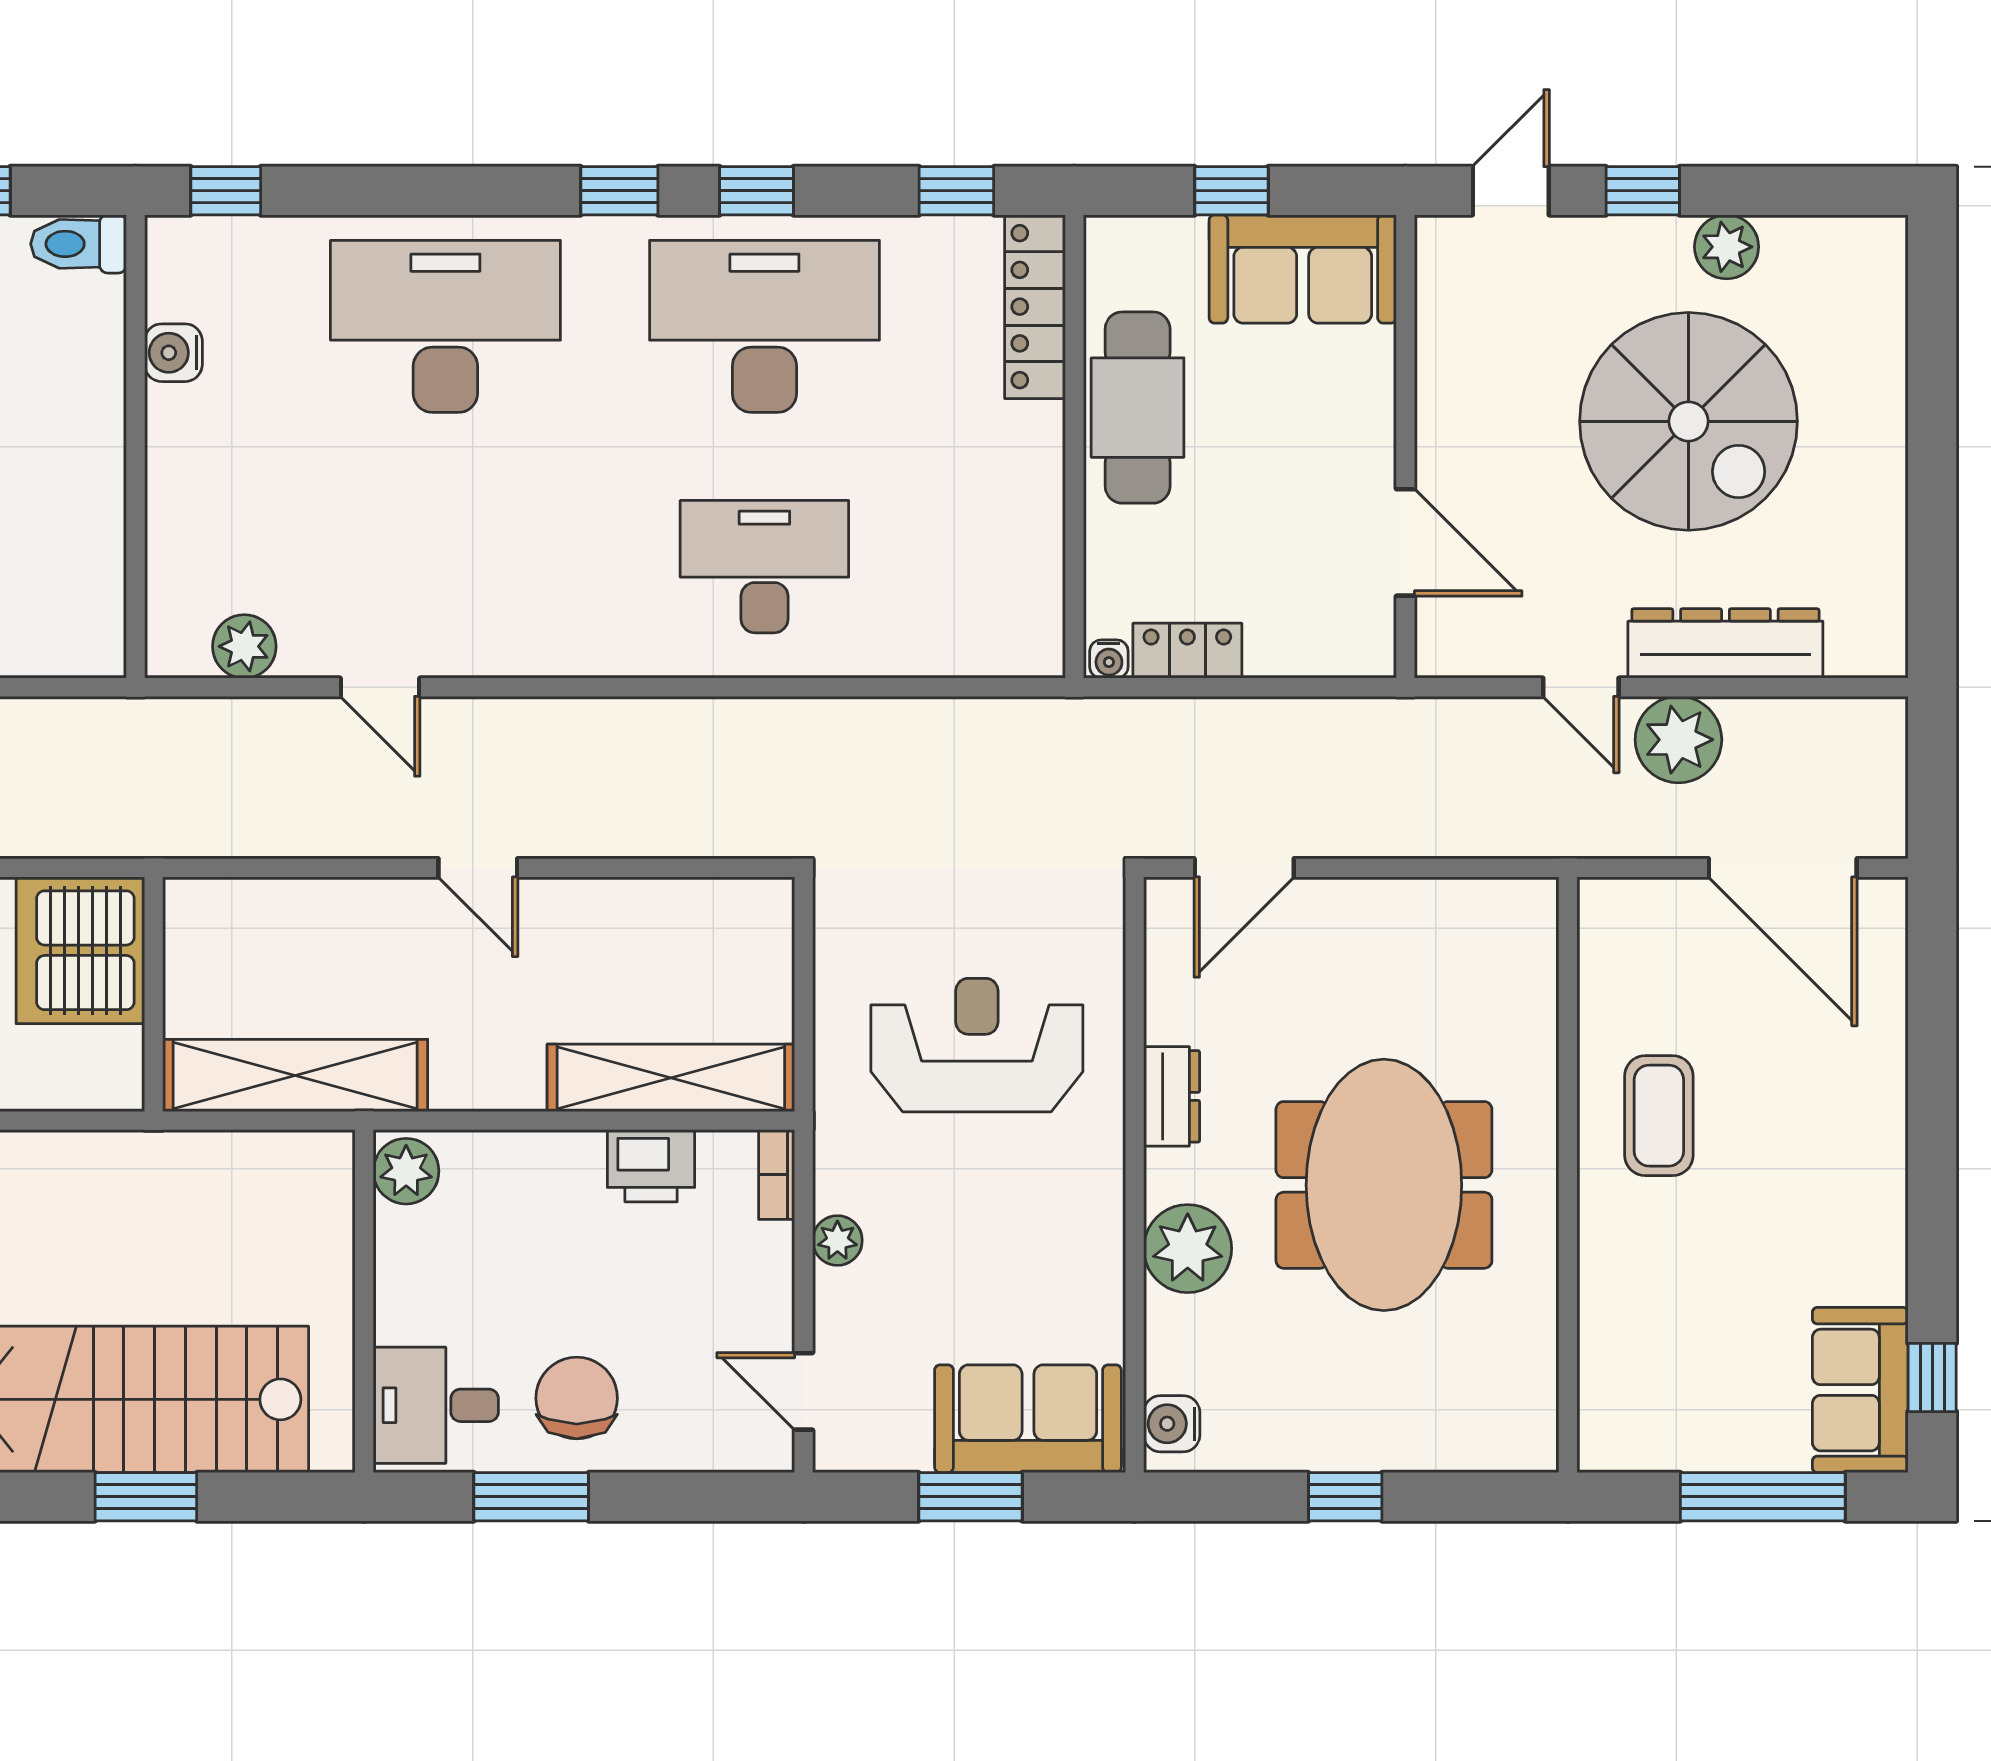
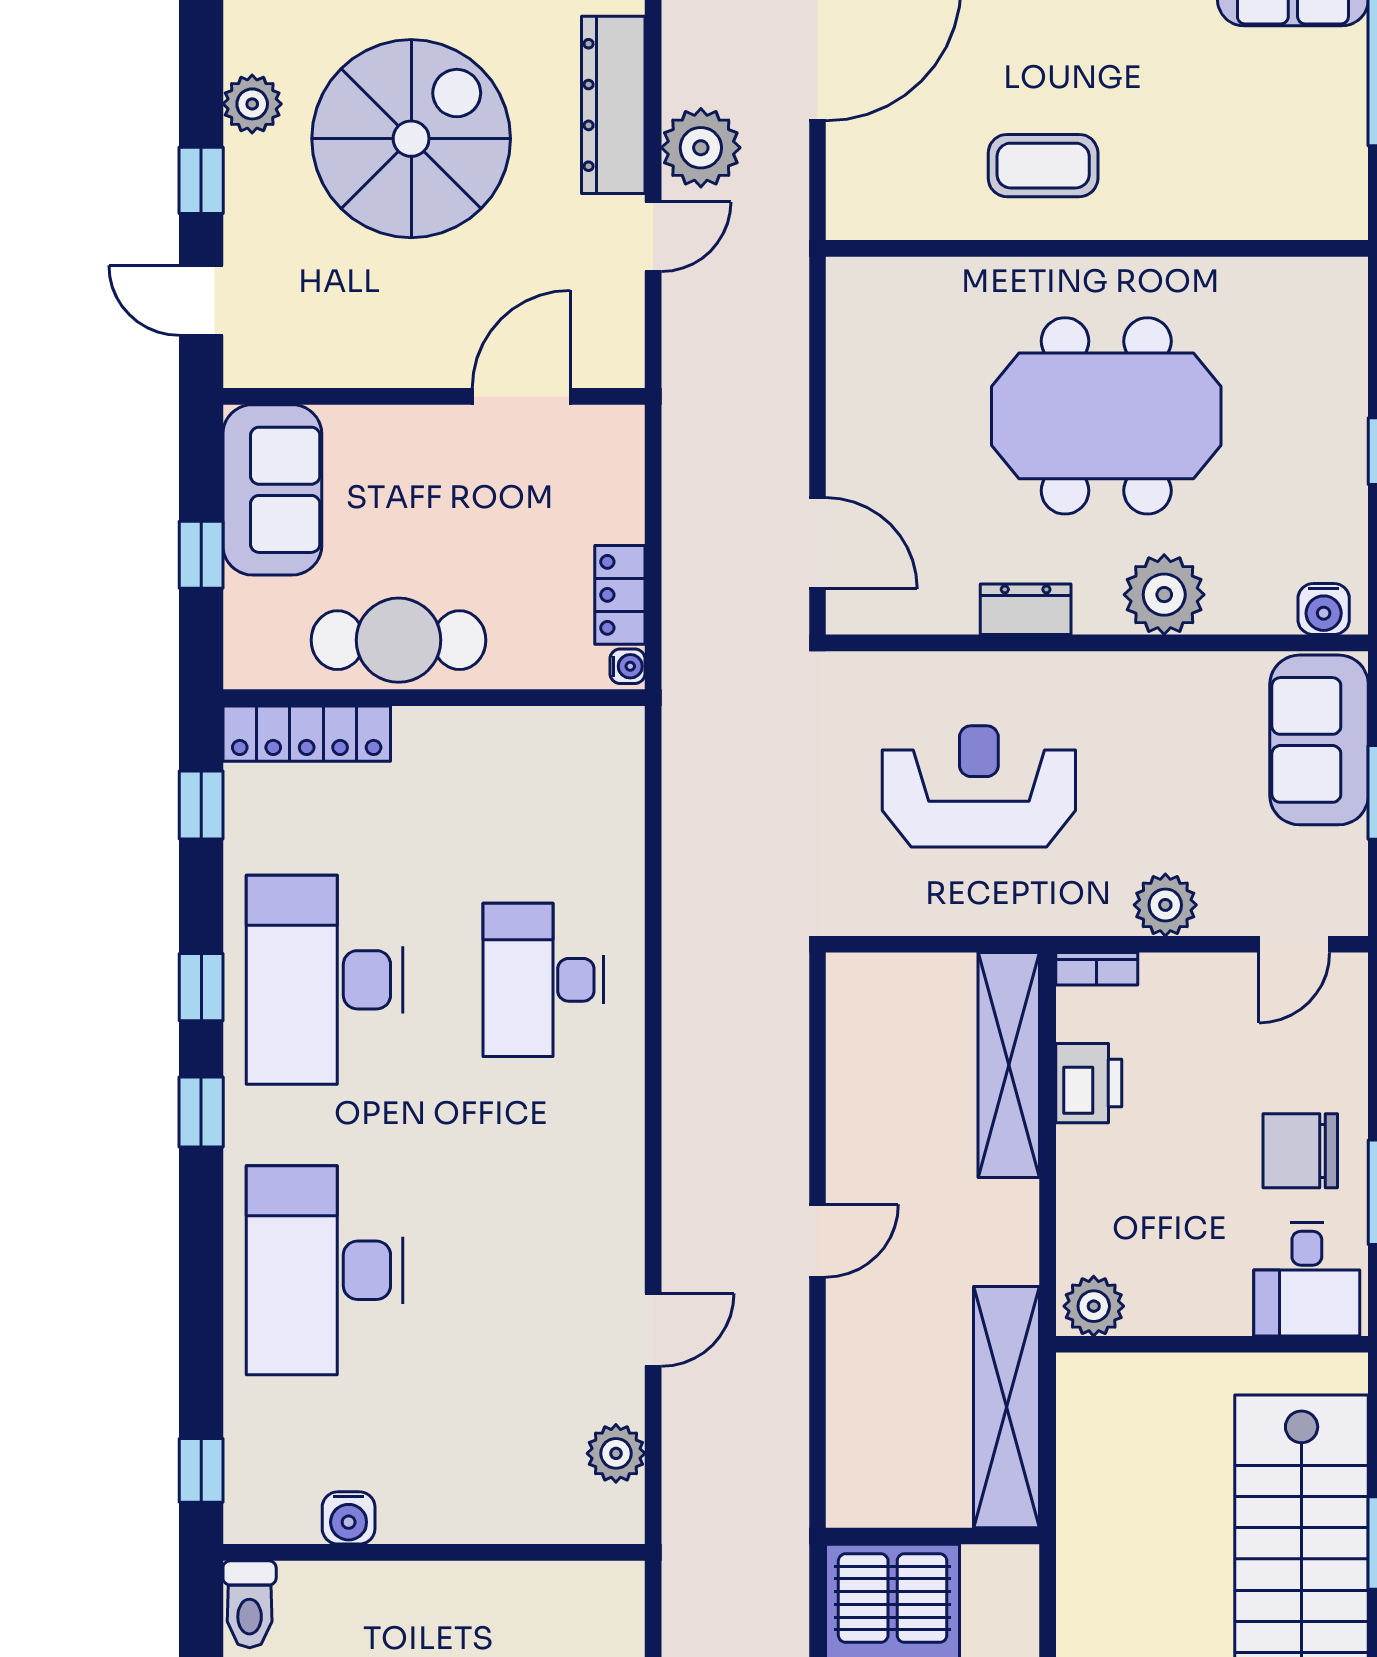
reception desk: (977, 1045) -> (979, 786), turned 90
plant: (837, 1240) -> (1165, 905), width x1.38, depth x1.38

